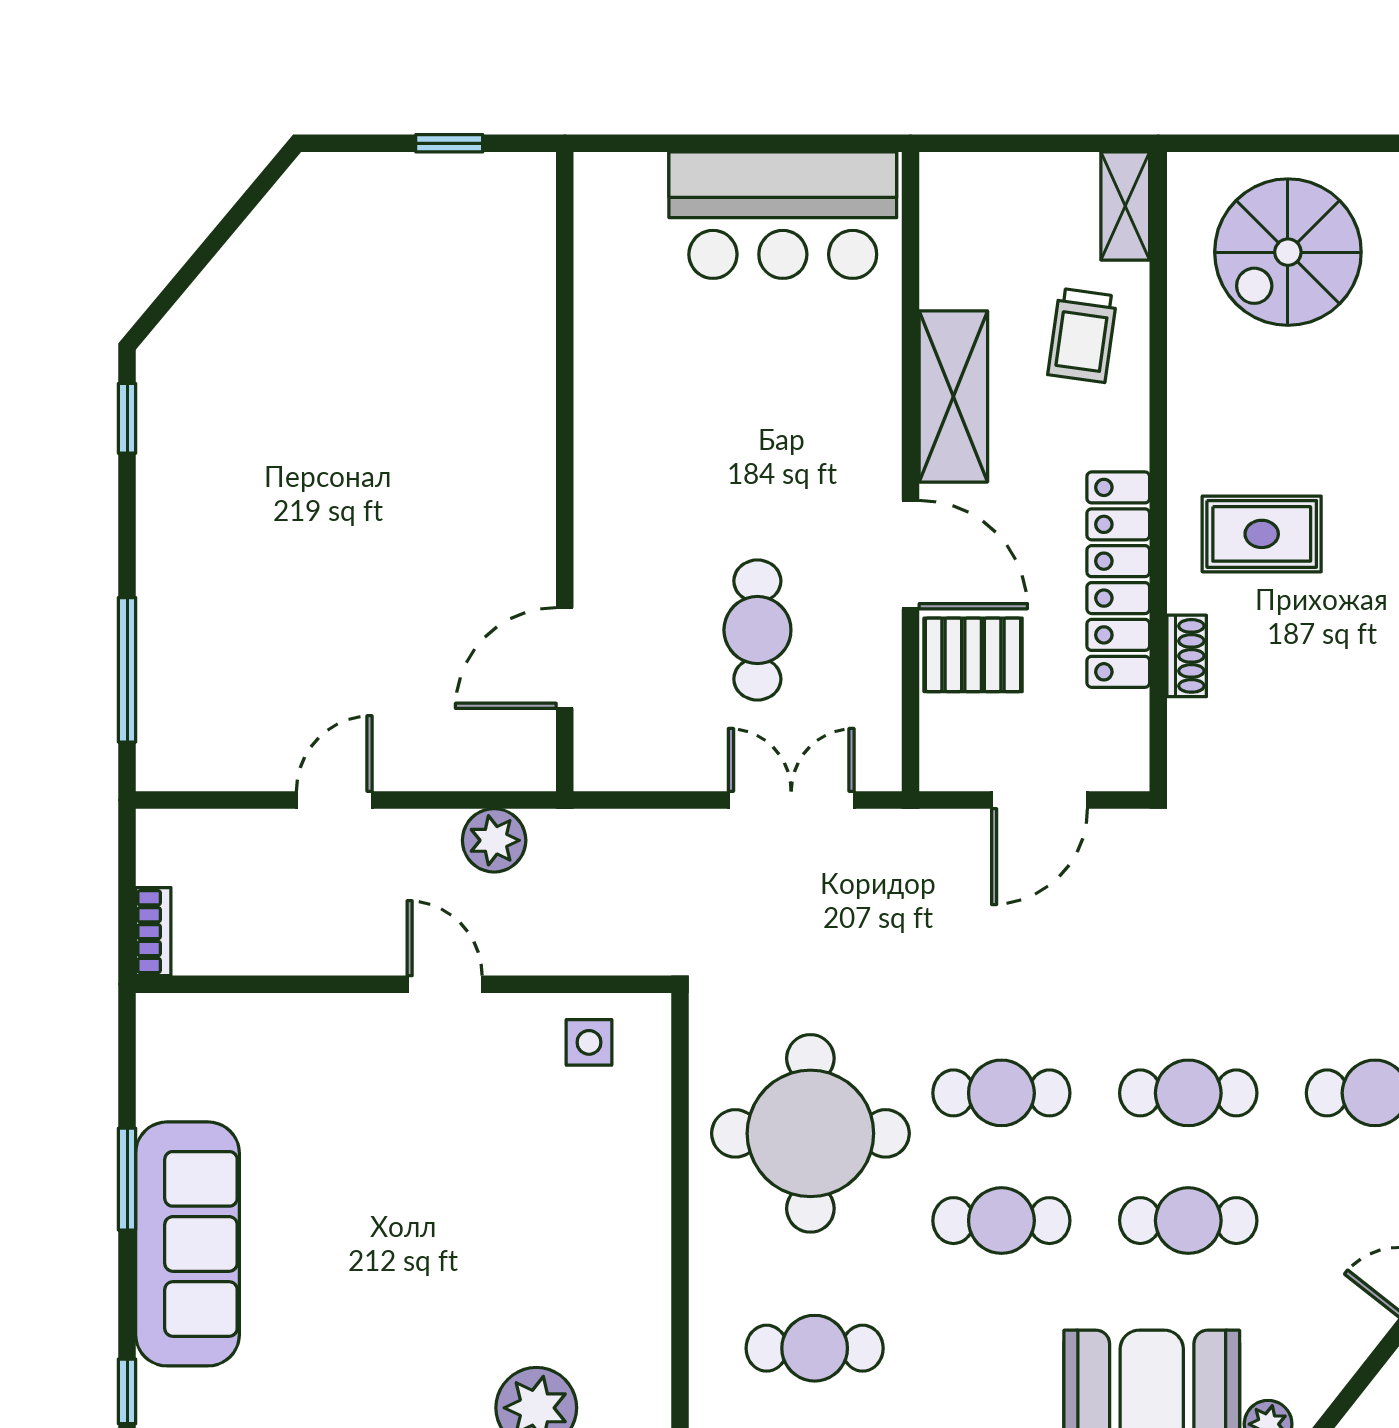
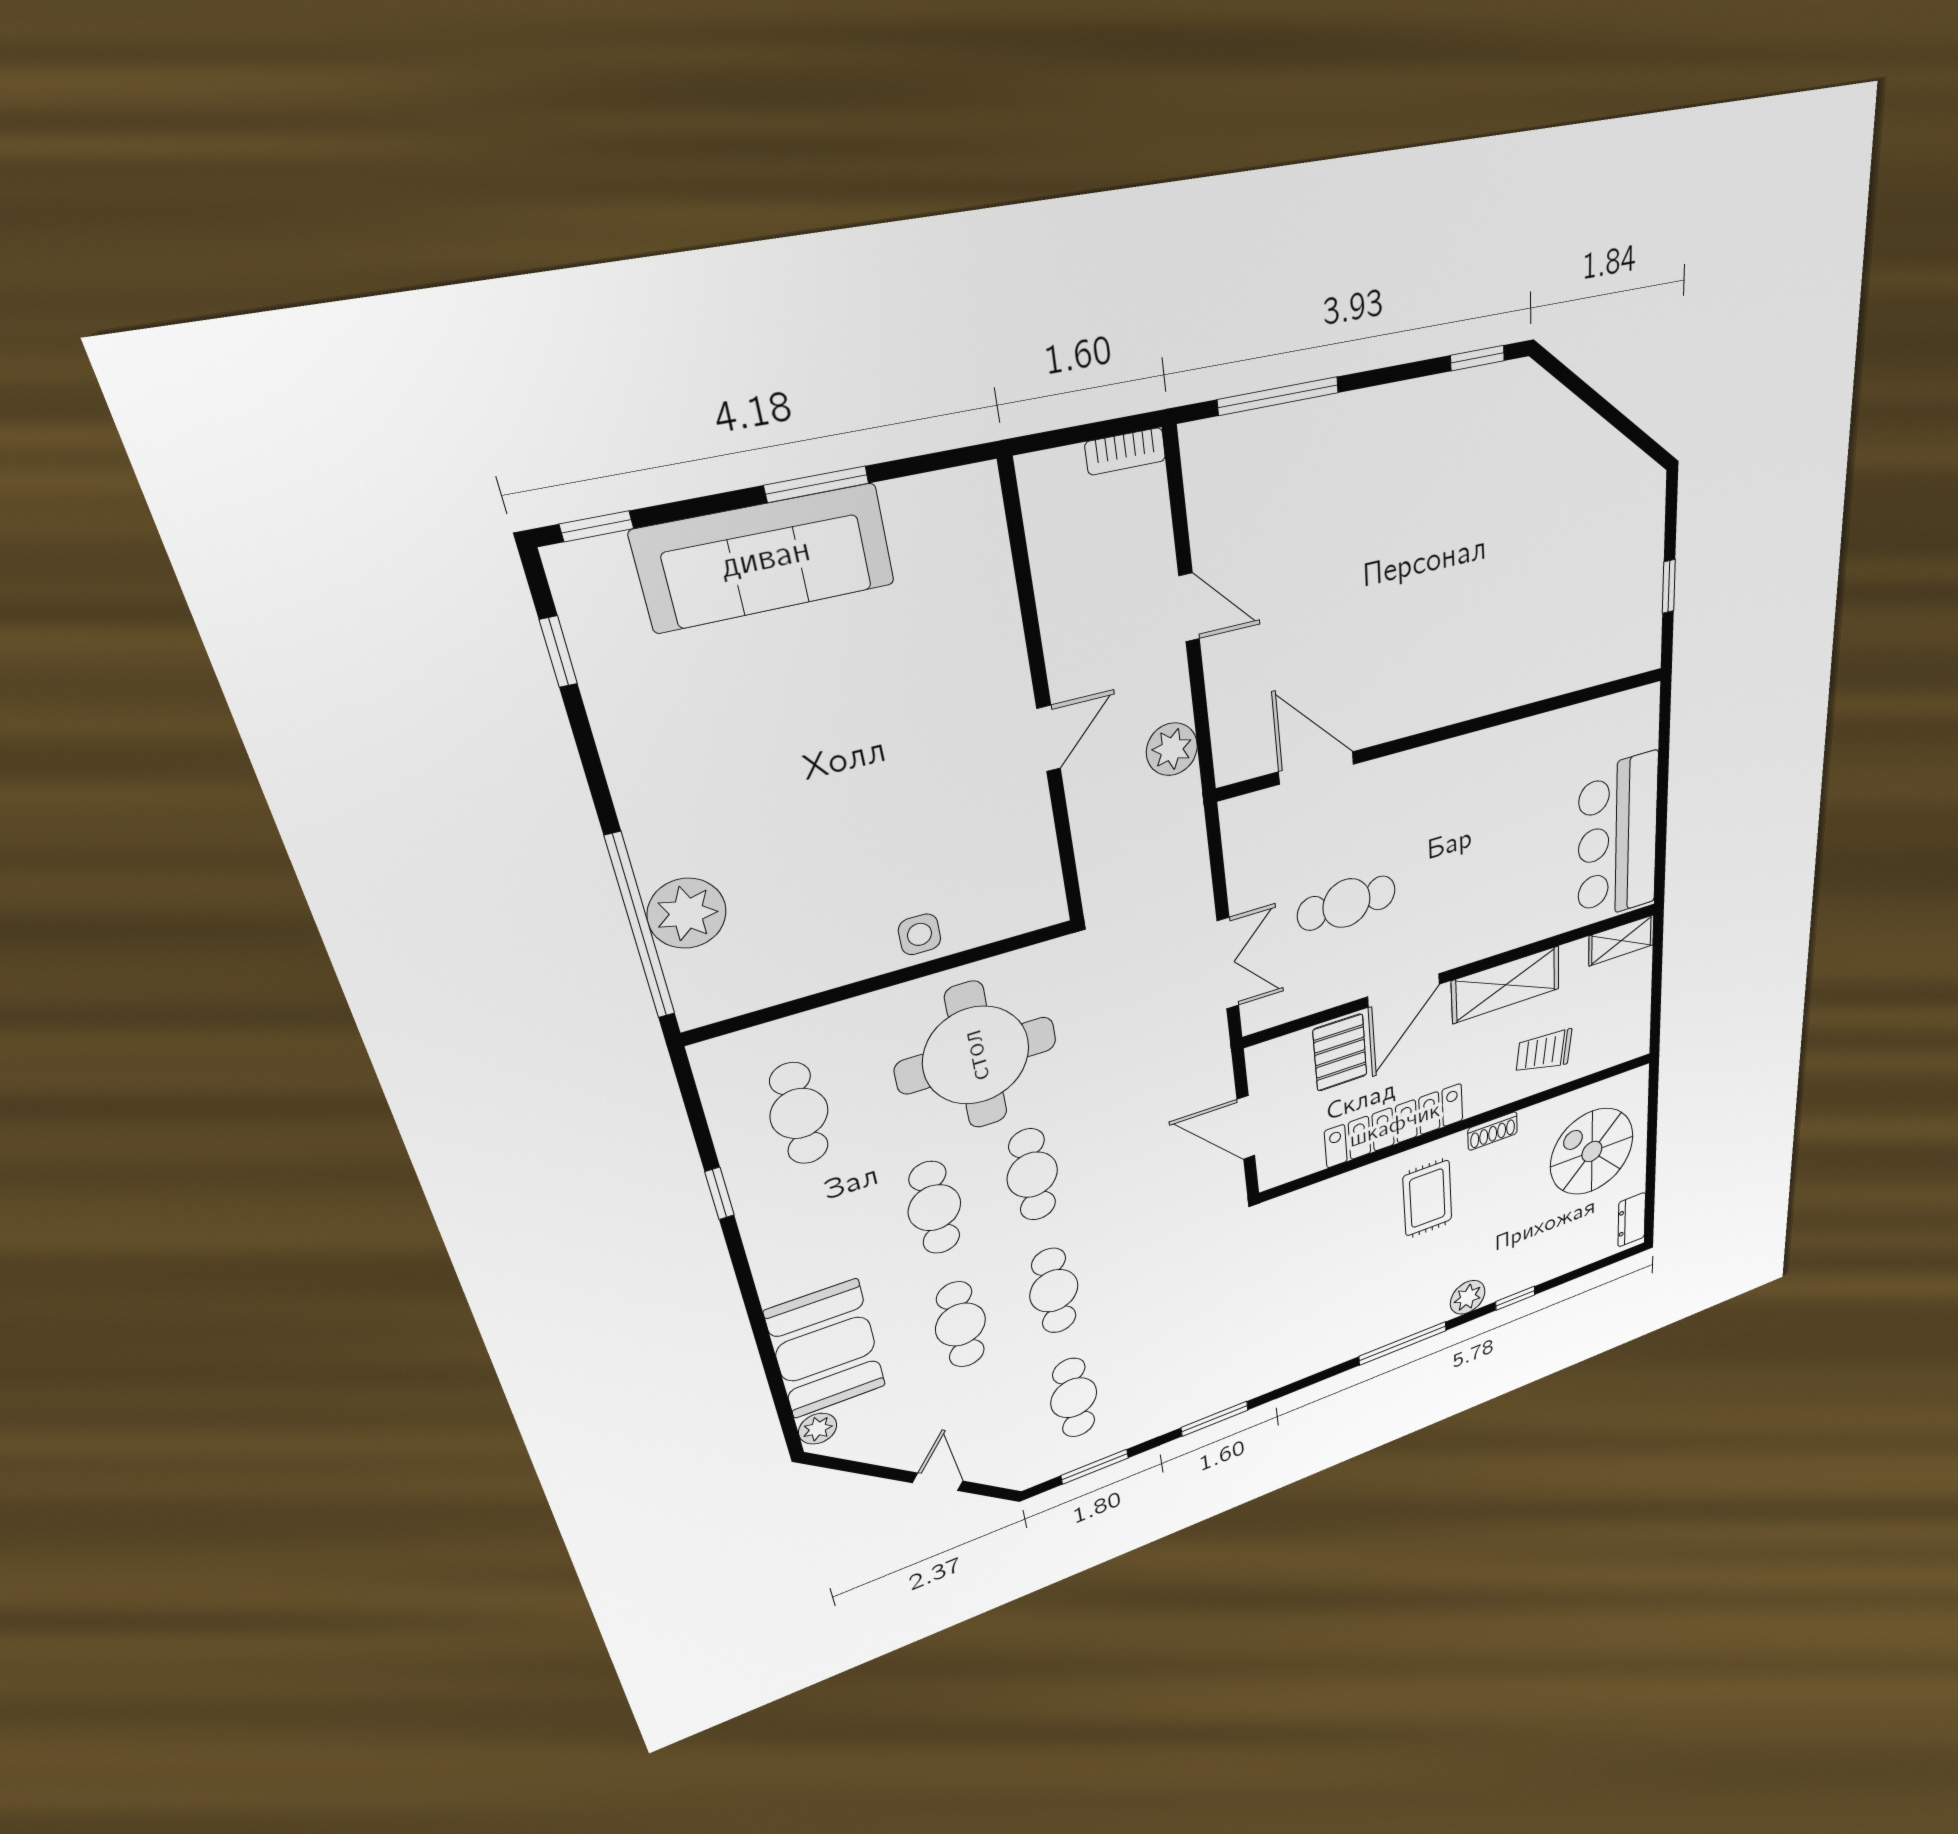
shelving: (1125, 206) -> (1621, 940), moved
shoe rack: (1187, 656) -> (1493, 1131), moved
bookcase: (153, 932) -> (1125, 451), moved
side table: (589, 1042) -> (920, 934), moved

